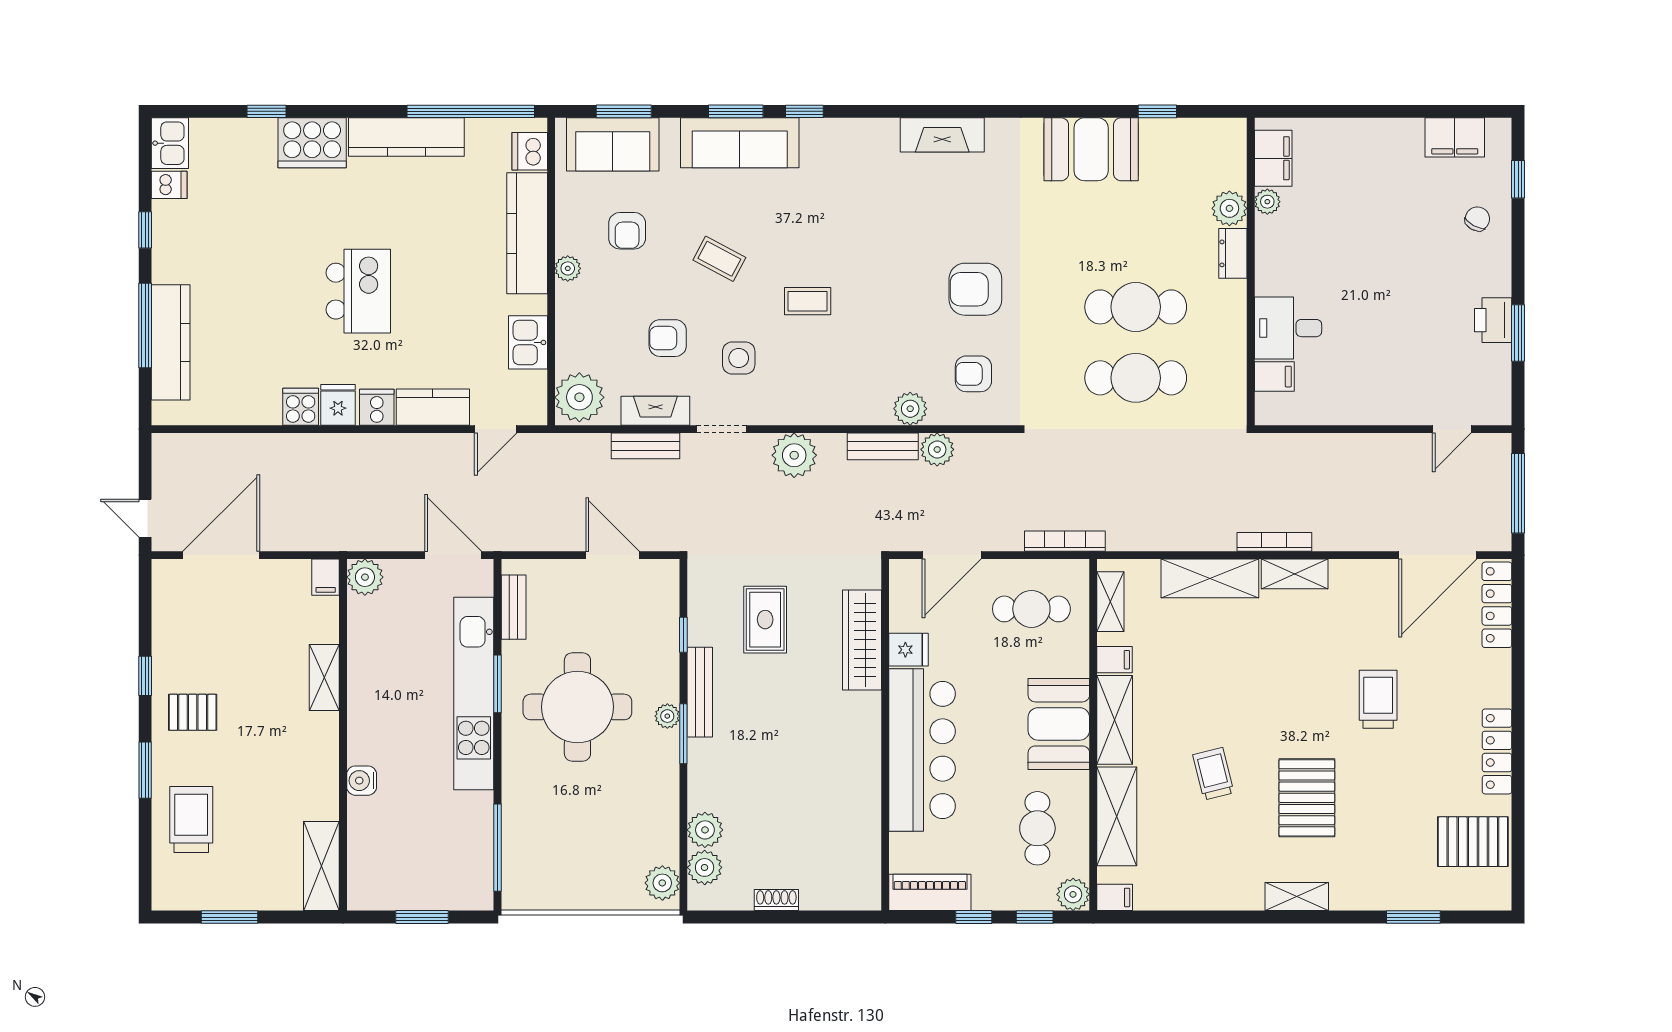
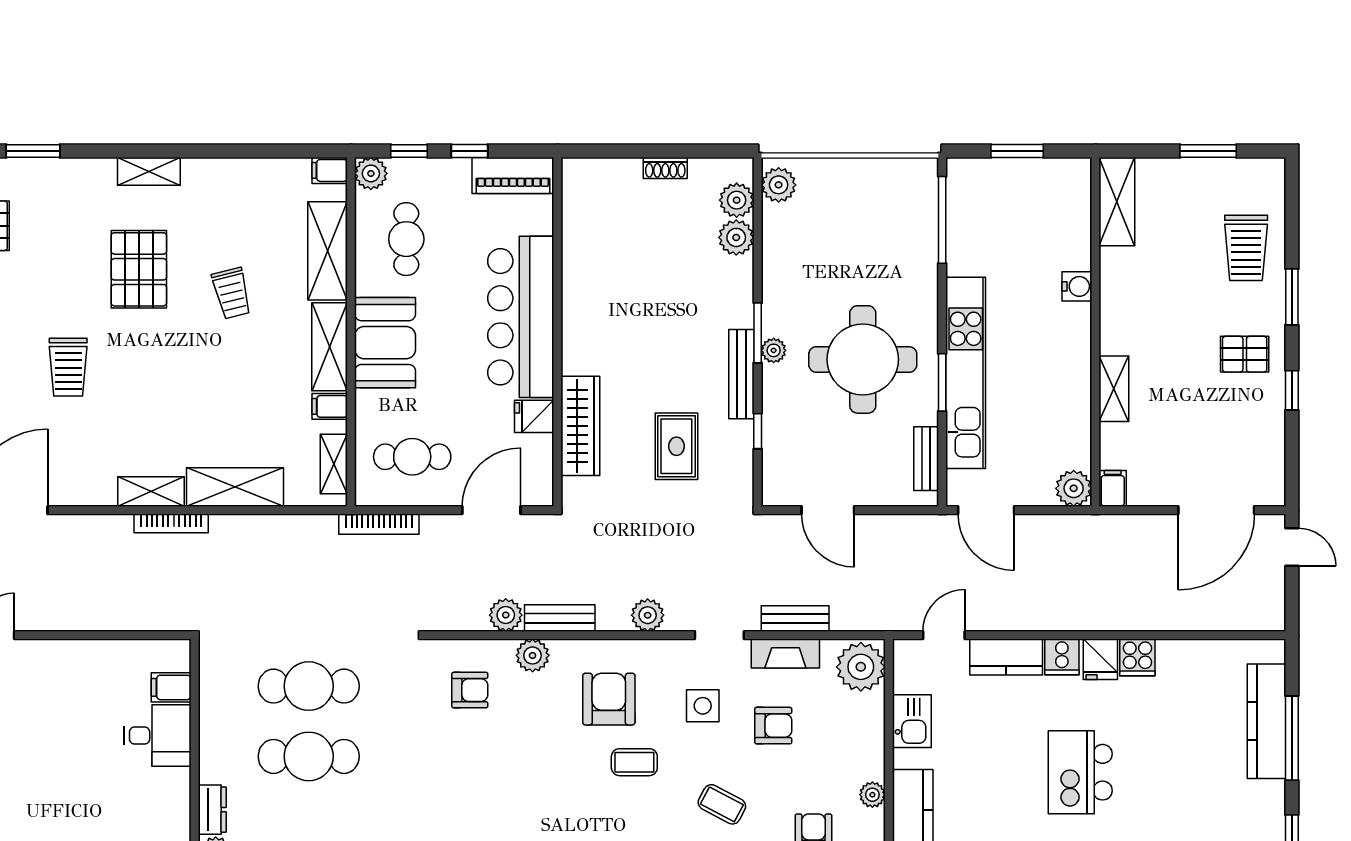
armchair: (975, 289) -> (609, 699), moved, turned -90
plant: (794, 455) -> (648, 615), width x0.73, depth x0.73

